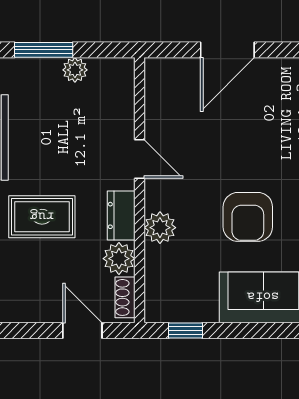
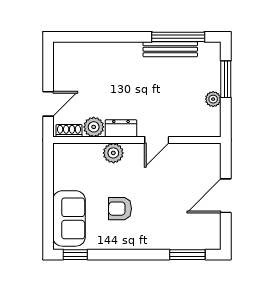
door: (227, 50) -> (226, 196), hinge flipped
rug: (42, 217) -> (120, 78), removed
armchair: (248, 217) -> (120, 209), width x0.72, depth x0.72
window: (185, 330) -> (48, 169), removed

